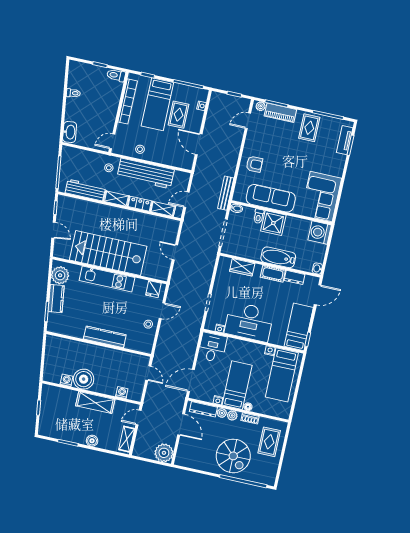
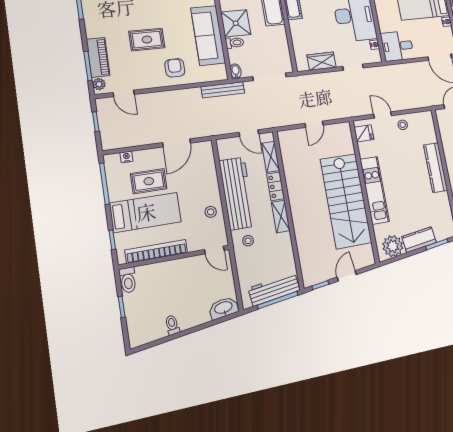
rug: (309, 128) -> (147, 40), moved
workbench: (85, 190) -> (274, 289), moved, turned 82
wardrobe: (242, 267) -> (322, 61), moved, turned -90

